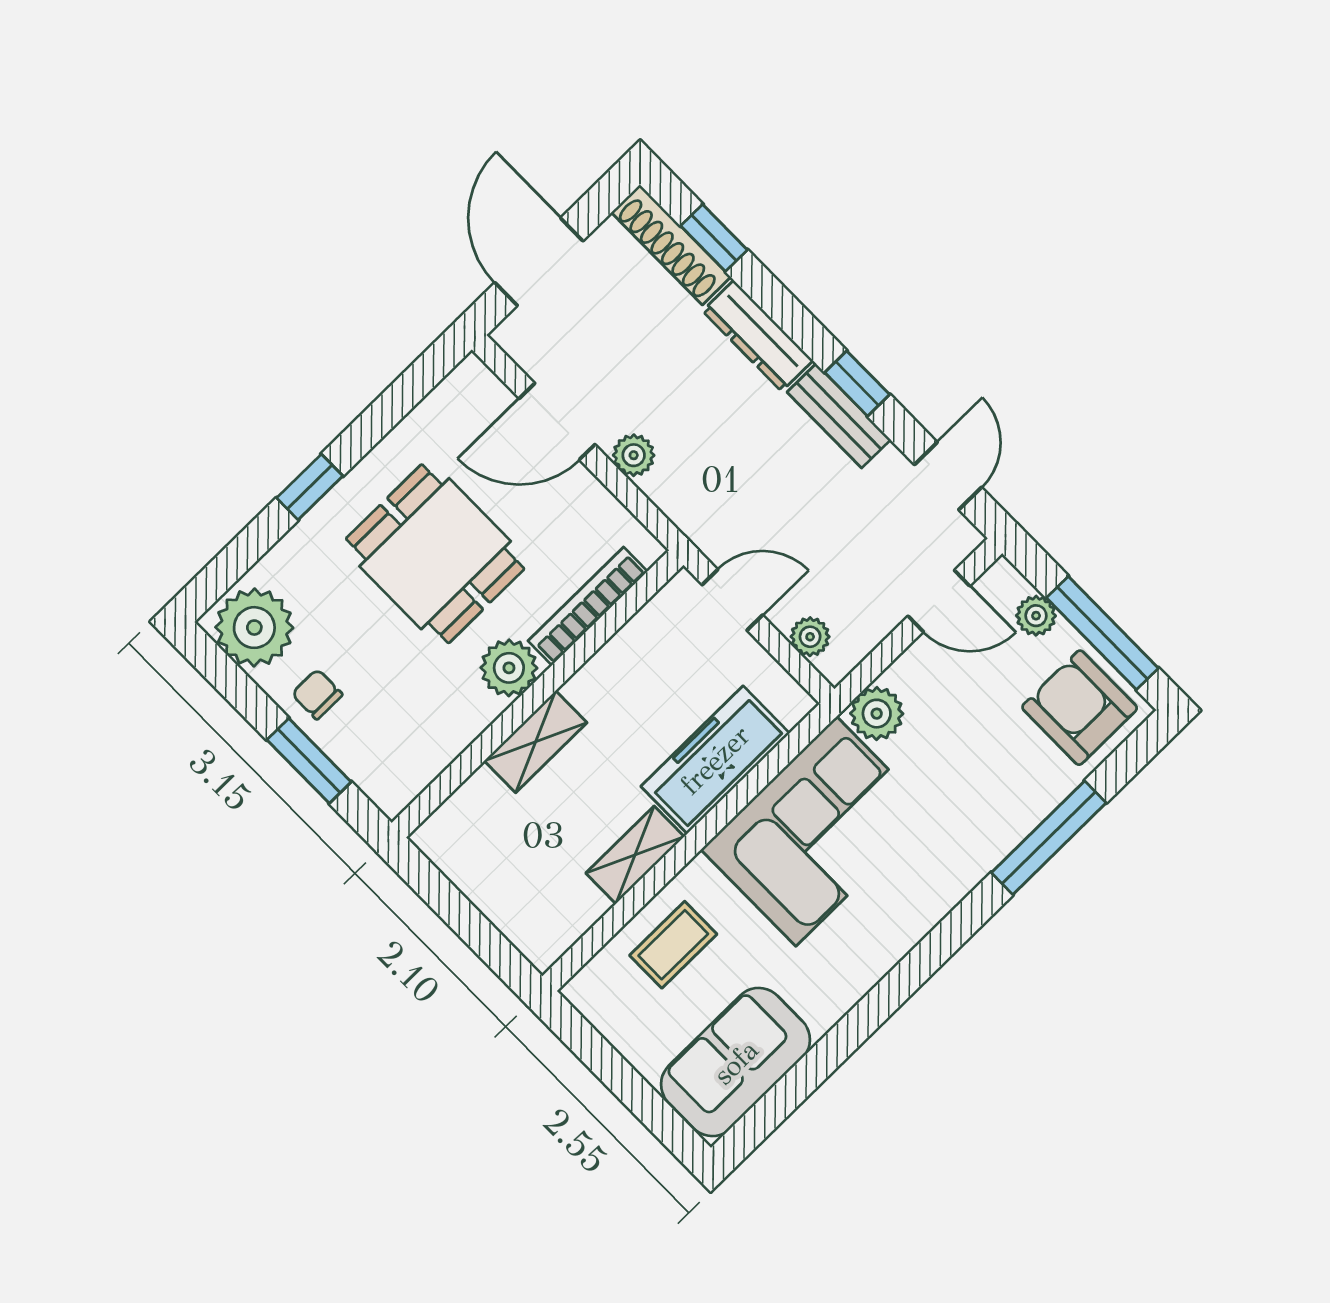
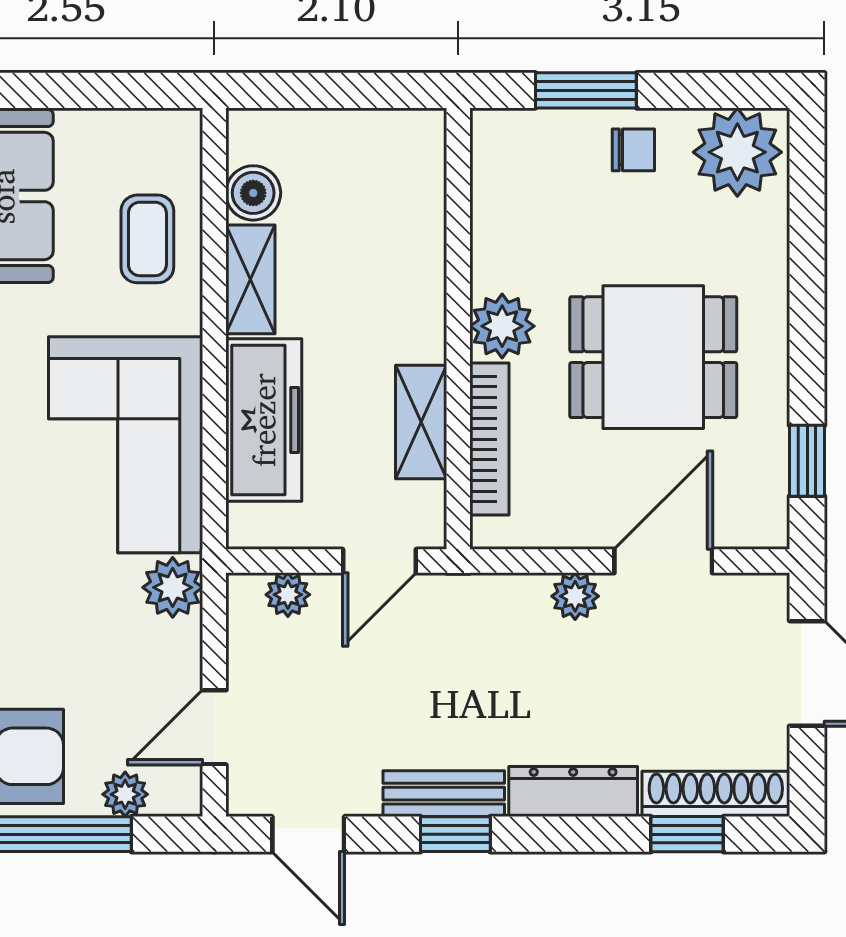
window: (310, 487) -> (807, 461), moved
shelving: (536, 742) -> (421, 422), moved
boiler: (579, 907) -> (253, 193), added

